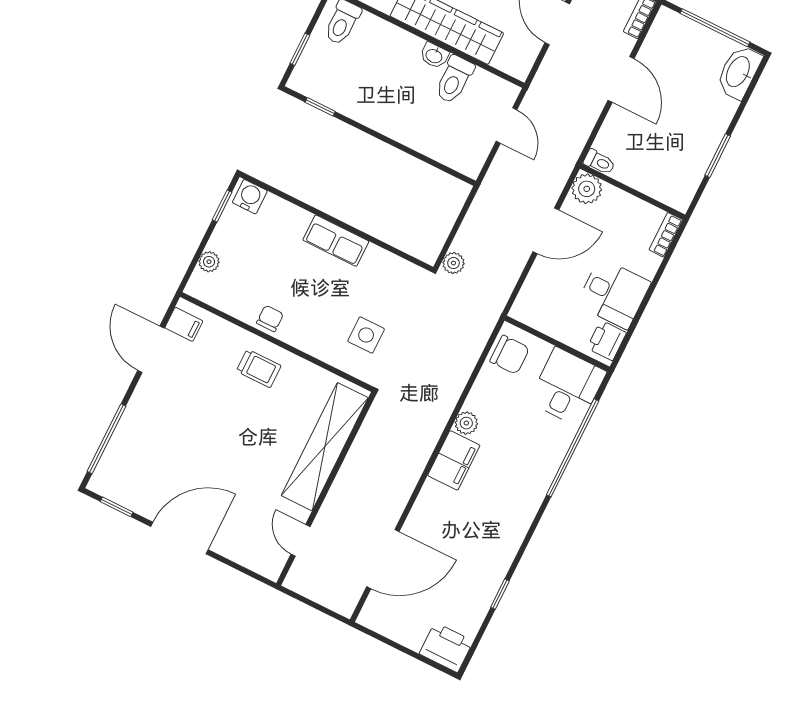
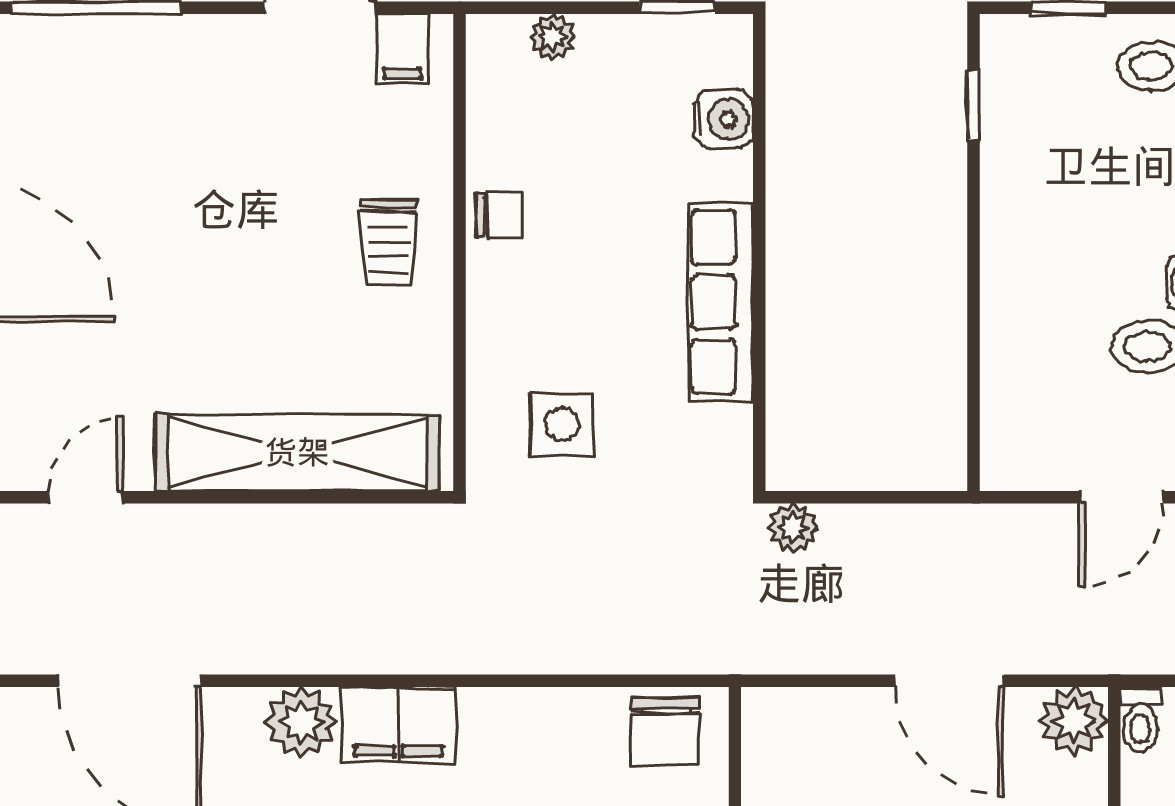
water cooler: (250, 197) -> (724, 119), moved
row of seats: (336, 241) -> (721, 302), width x1.48
plant: (466, 423) -> (301, 722), moved, width x1.38, depth x1.38

